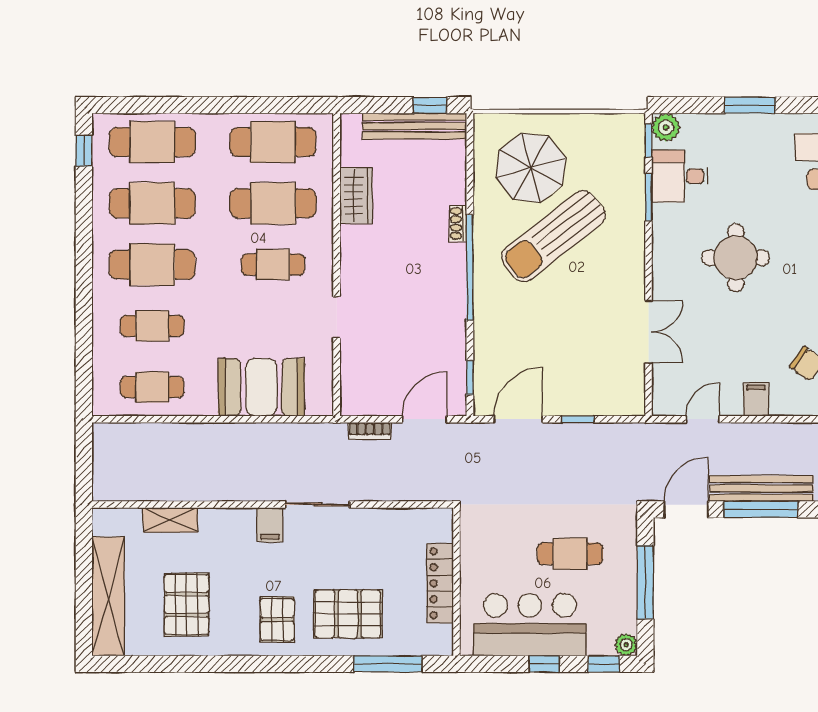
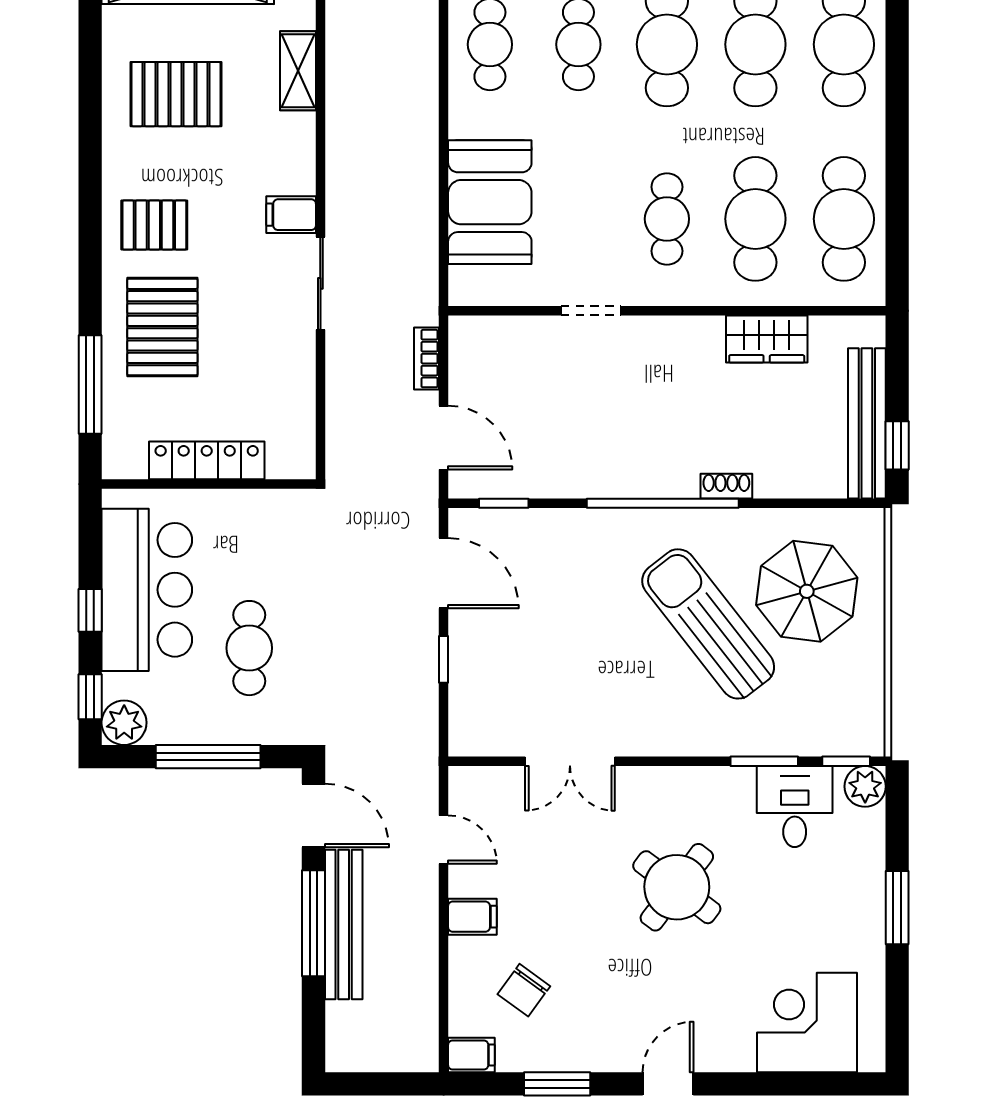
round table: (736, 258) -> (677, 887), turned 37
plant: (626, 645) -> (124, 723), width x1.38, depth x1.38

